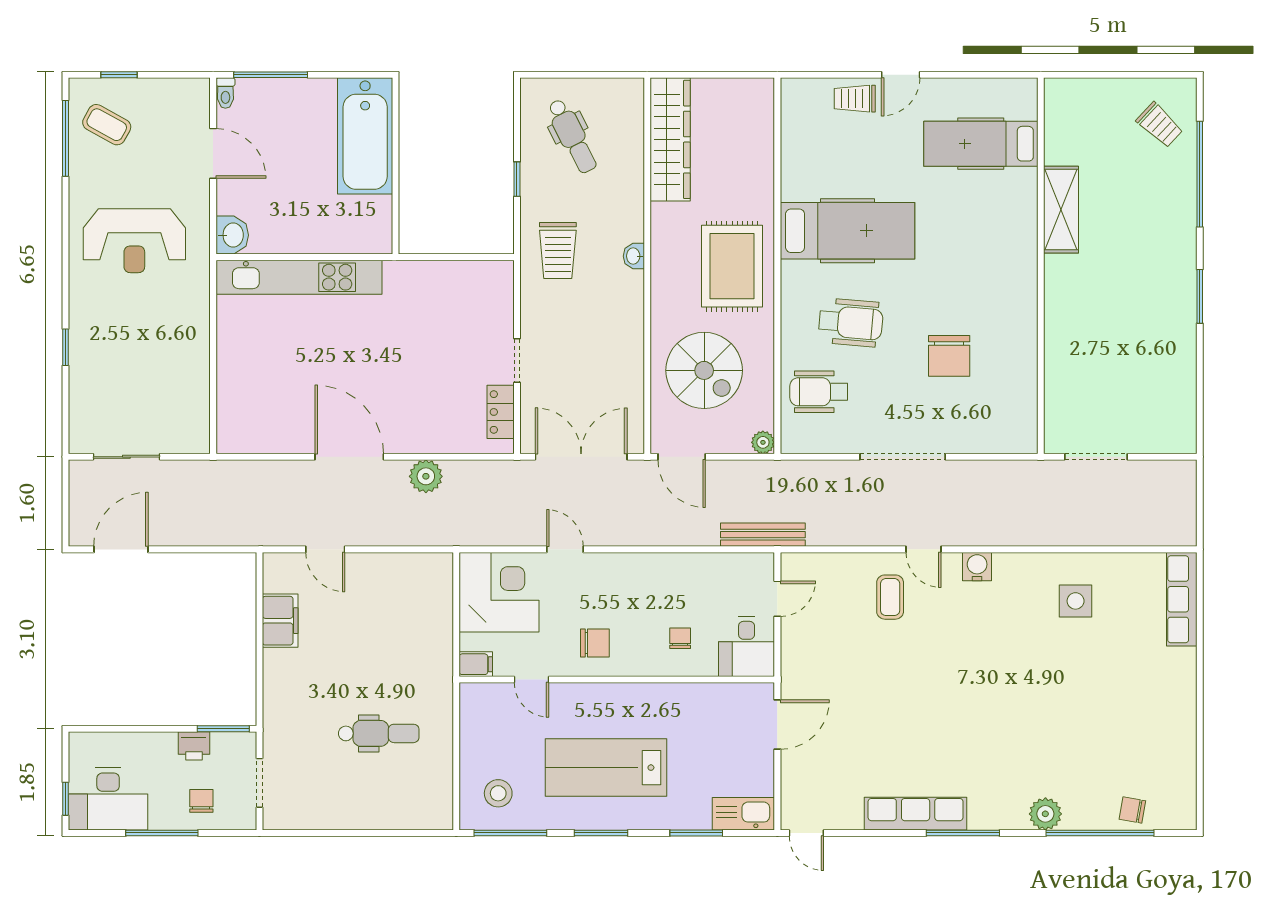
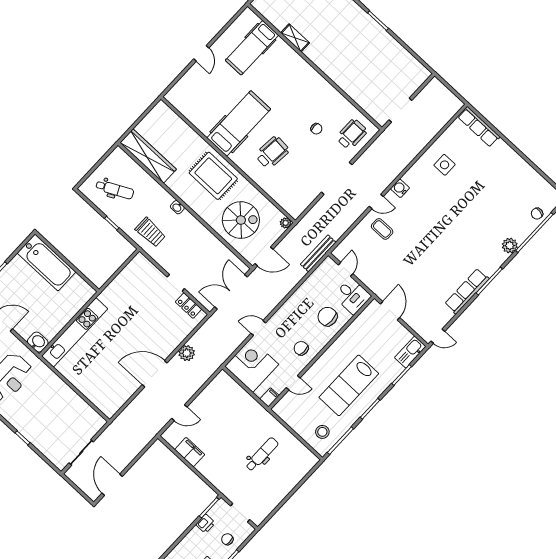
trolley: (855, 99) -> (195, 77), removed
shelving: (1061, 210) -> (295, 38), width x0.67, depth x0.75
chair: (949, 356) -> (316, 129), width x0.54, depth x0.54
wheelchair: (819, 392) -> (352, 134), moved, turned 180
chair: (680, 638) -> (327, 317), width x1.87, depth x1.87
chair: (595, 643) -> (301, 348), turned -90

